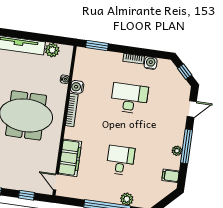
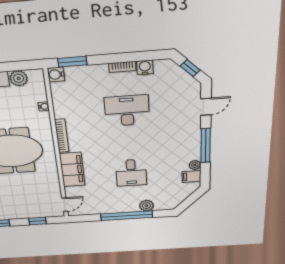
water cooler: (77, 87) -> (56, 74), moved
plant: (177, 151) -> (195, 165), moved
filing cabinet: (70, 158) -> (72, 169), moved
desk: (121, 160) -> (131, 173), turned 180
door: (56, 182) -> (65, 205), swing flipped

